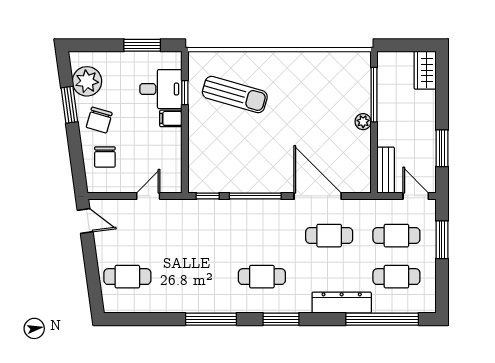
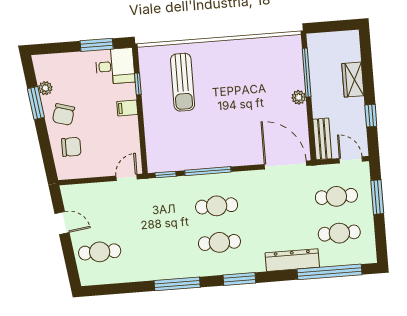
wardrobe: (425, 70) -> (353, 80), moved
plant: (87, 81) -> (45, 88), width x0.53, depth x0.53
desk: (161, 89) -> (115, 66), moved
sun lounger: (235, 95) -> (183, 82), turned 74
window: (442, 148) -> (371, 116), width x0.67
chair: (105, 157) -> (71, 147), turned -90
door: (148, 196) -> (127, 178), moved
door: (318, 196) -> (286, 165), moved
door: (85, 221) -> (62, 223), moved
cafe table: (329, 236) -> (217, 206), moved

